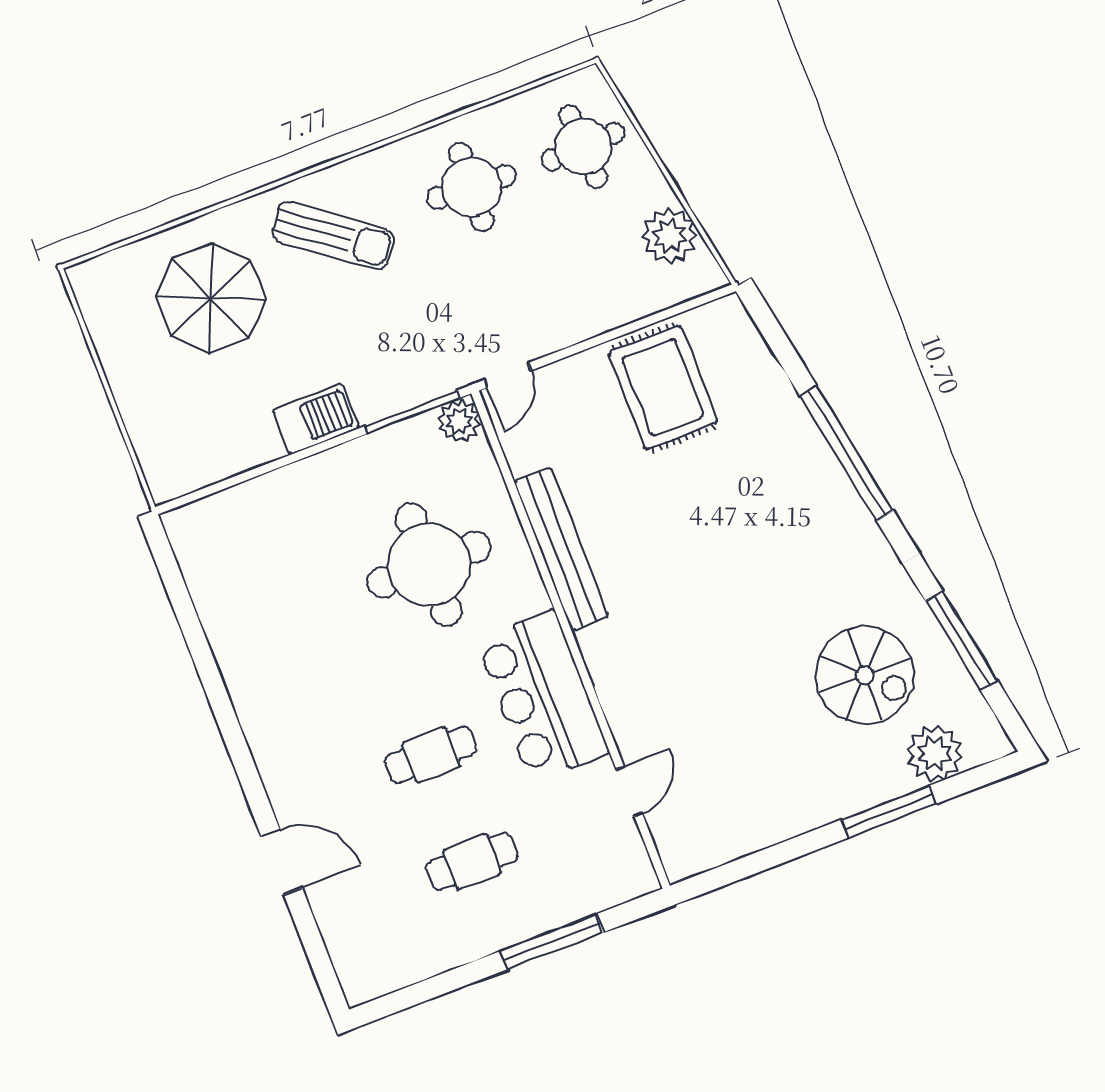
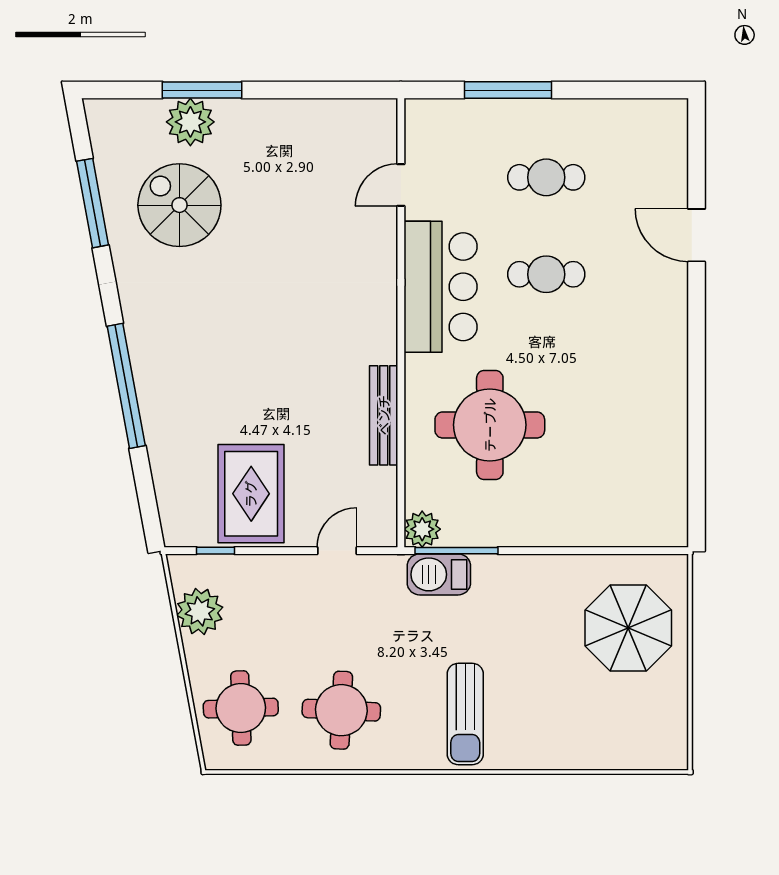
sun lounger: (333, 236) -> (465, 714), turned -127
parasol: (211, 298) -> (628, 628), moved
window: (678, 309) -> (215, 551), added
door: (508, 375) -> (337, 551), moved
barbecue: (316, 419) -> (439, 574), moved
bench: (561, 549) -> (384, 415), width x0.73, depth x0.82
plant: (935, 753) -> (190, 122), moved

